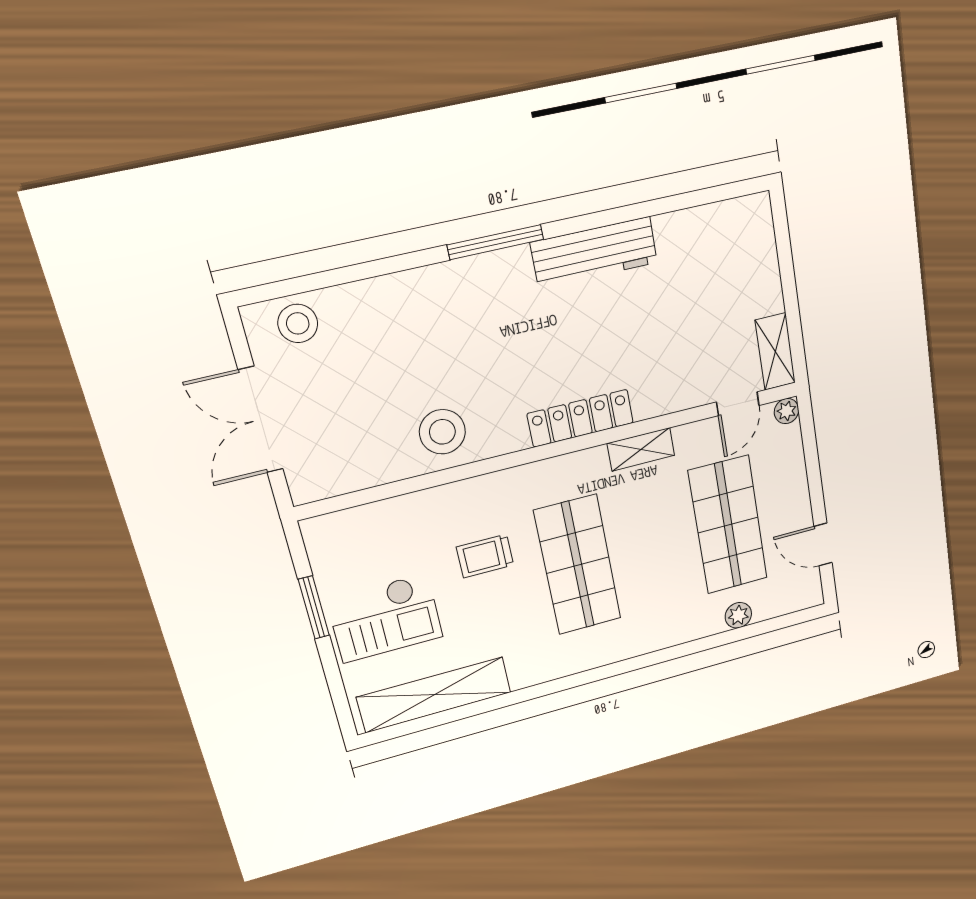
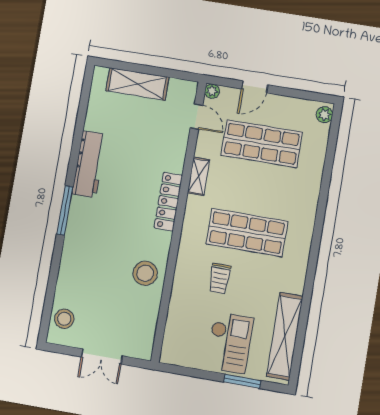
shelving: (775, 352) -> (137, 84), moved, width x1.50, depth x1.33
double door: (261, 420) -> (102, 356), width x0.73
door: (823, 544) -> (255, 87), moved
window: (314, 607) -> (242, 381), moved
plant: (738, 615) -> (324, 115), moved

